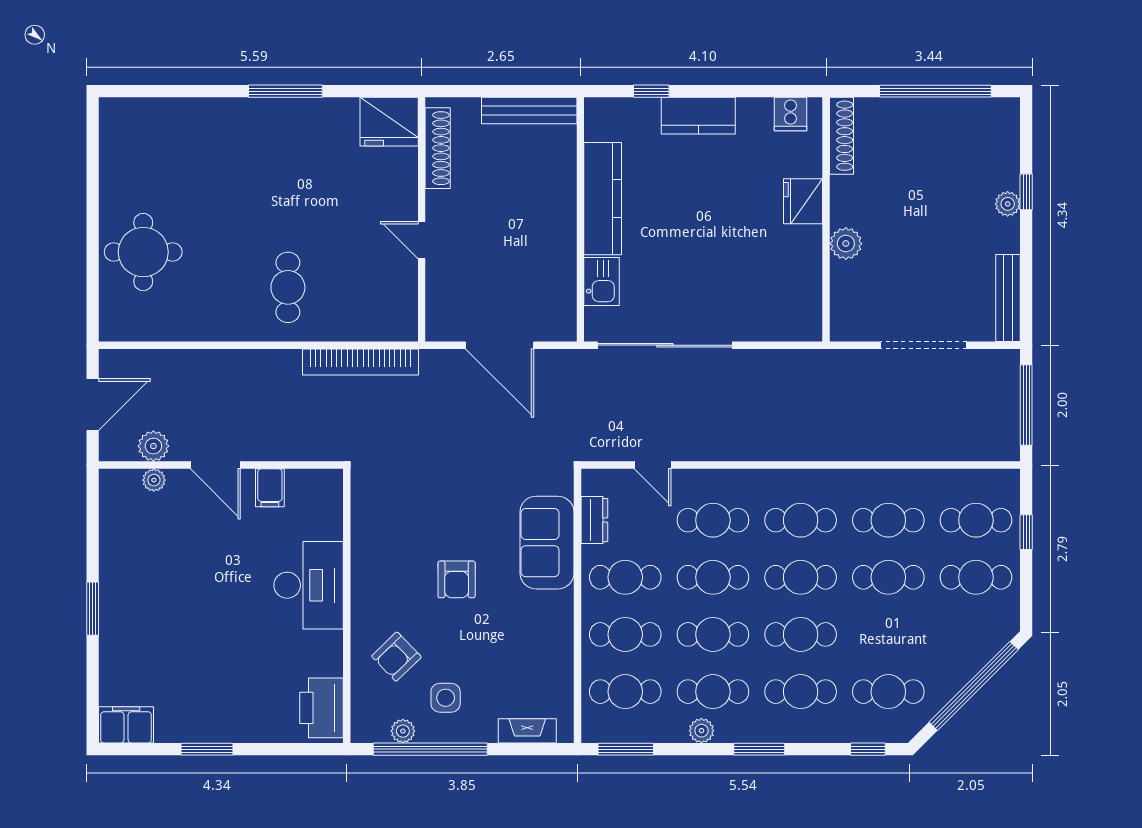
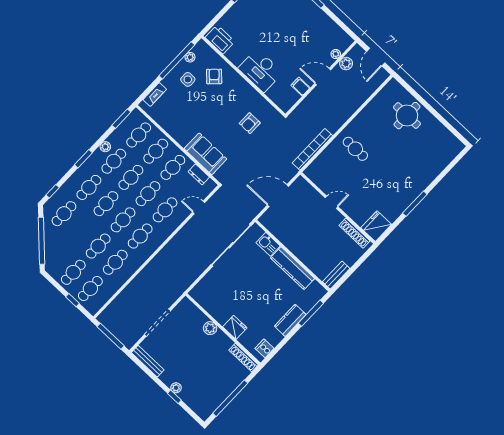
window: (651, 91) -> (311, 313), width x2.17
bench: (529, 110) -> (336, 275), width x0.73
armchair: (457, 579) -> (250, 123), moved, turned -90

